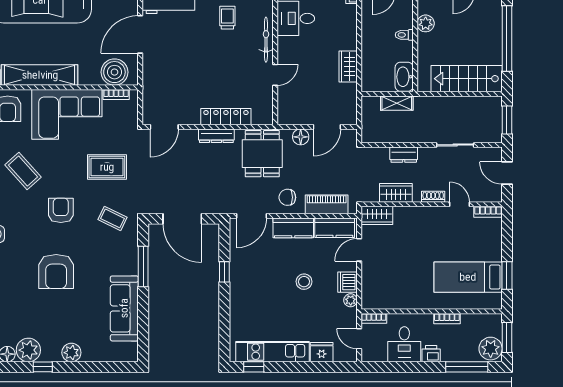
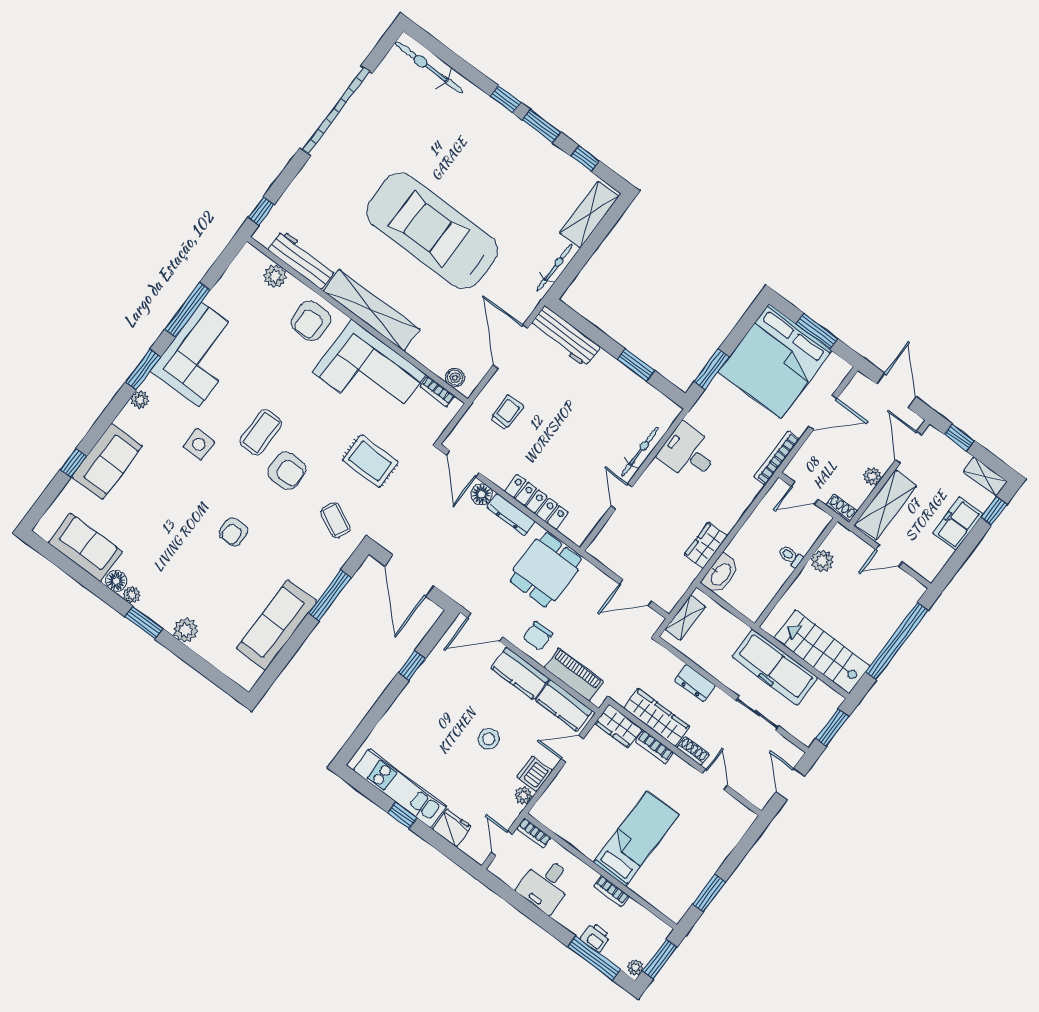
trolley: (227, 18) -> (507, 412), moved
door: (140, 34) -> (510, 347), hinge flipped
boiler: (114, 72) -> (455, 378), width x0.54, depth x0.54
door: (275, 75) -> (622, 496), swing flipped
washbasin: (404, 77) -> (721, 574), moved, turned 180
shelving: (397, 103) -> (685, 618), moved, turned 90
freezer: (445, 109) -> (775, 667), added
door: (164, 127) -> (463, 464), hinge flipped
floor lamp: (301, 137) -> (481, 494), moved
coffee table: (23, 171) -> (261, 432), moved, turned 42
wardrobe: (396, 193) -> (657, 717), width x1.50
chair: (287, 197) -> (538, 636), turned -90
armchair: (61, 210) -> (287, 471), turned 90
bookcase: (488, 212) -> (654, 747), moved
armchair: (56, 271) -> (234, 532), width x0.53, depth x0.53
bed: (468, 277) -> (636, 839), moved, turned 90
plant: (491, 349) -> (635, 967), width x0.53, depth x0.53
plant: (28, 350) -> (132, 595), width x0.53, depth x0.53
printer: (431, 354) -> (595, 937), moved
window: (43, 367) -> (144, 623), width x1.50
window: (254, 367) -> (402, 815), moved

